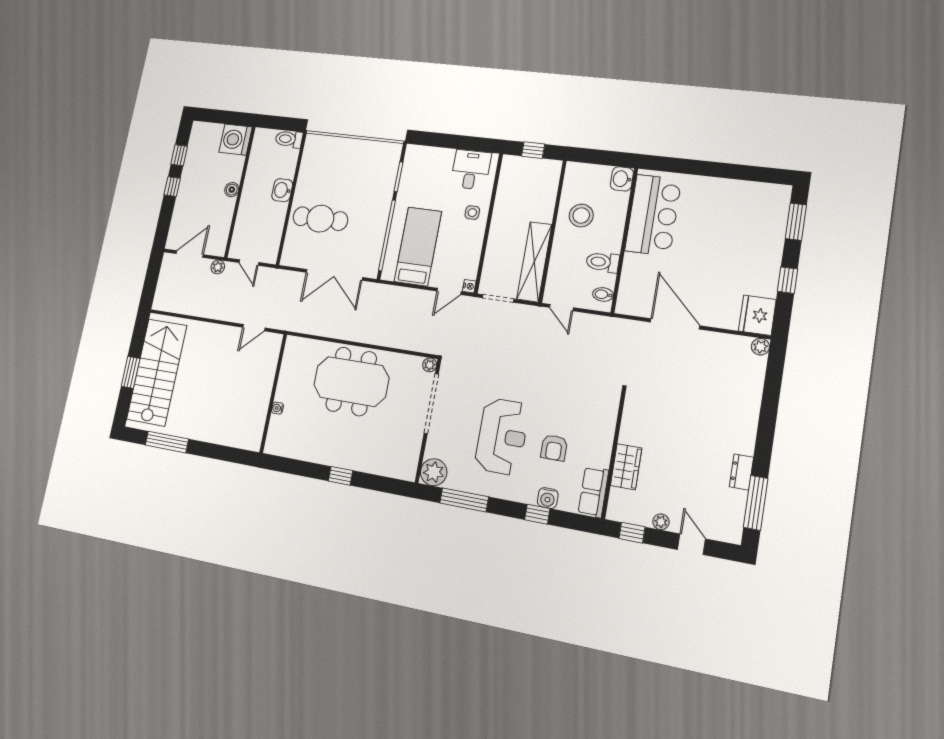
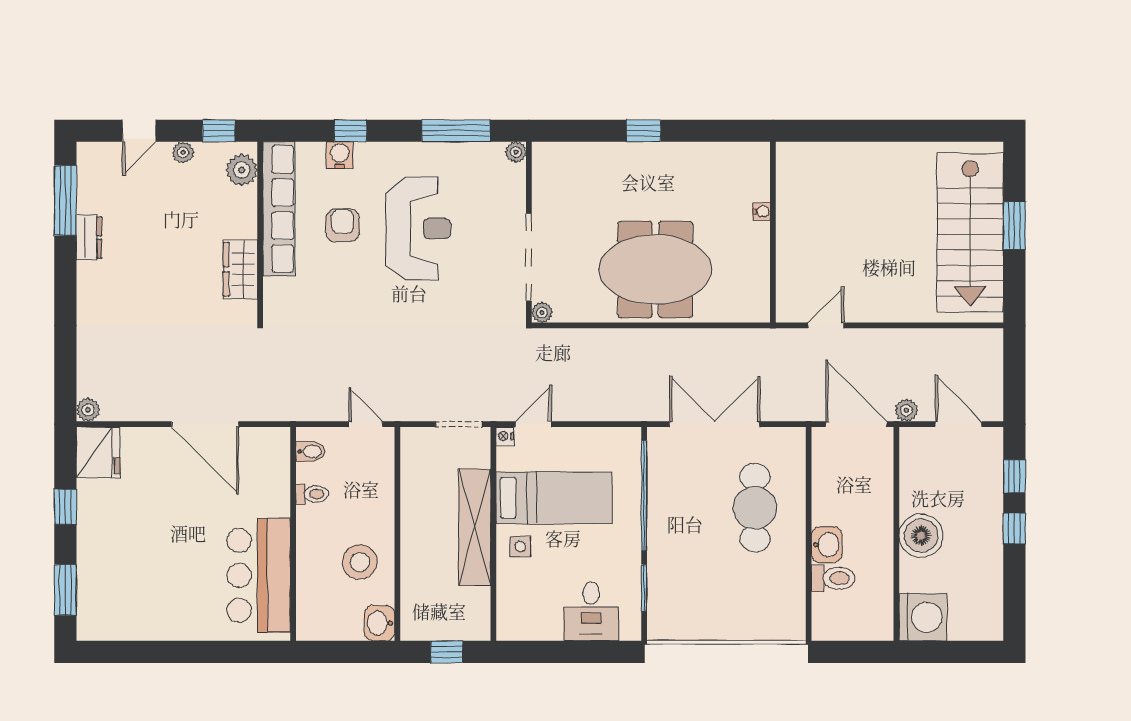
toilet: (289, 139) -> (833, 578), moved
window: (179, 155) -> (1014, 476), moved
desk: (471, 170) -> (591, 612), moved
washbasin: (622, 179) -> (380, 623), moved, turned 180
boiler: (232, 190) -> (921, 536), width x1.86, depth x1.86
cafe table: (320, 219) -> (755, 508), turned 90
bed: (418, 246) -> (554, 498), moved, turned -90
door: (190, 254) -> (958, 424), swing flipped
shelving: (534, 262) -> (475, 527), moved
toilet: (603, 262) -> (312, 494), width x0.73, depth x0.72
door: (249, 263) -> (856, 424), width x1.88
reception desk: (502, 436) -> (418, 228), turned 180
window: (167, 442) -> (928, 131), removed
wardrobe: (626, 467) -> (240, 269), moved
plant: (434, 472) -> (516, 152), width x0.53, depth x0.53
row of seats: (593, 492) -> (279, 209), width x2.02
plant: (620, 501) -> (242, 170), added
door: (691, 544) -> (139, 131), hinge flipped

